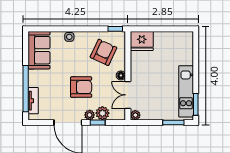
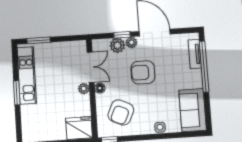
window: (196, 104) -> (17, 93), moved
plant: (135, 115) -> (84, 89), moved

